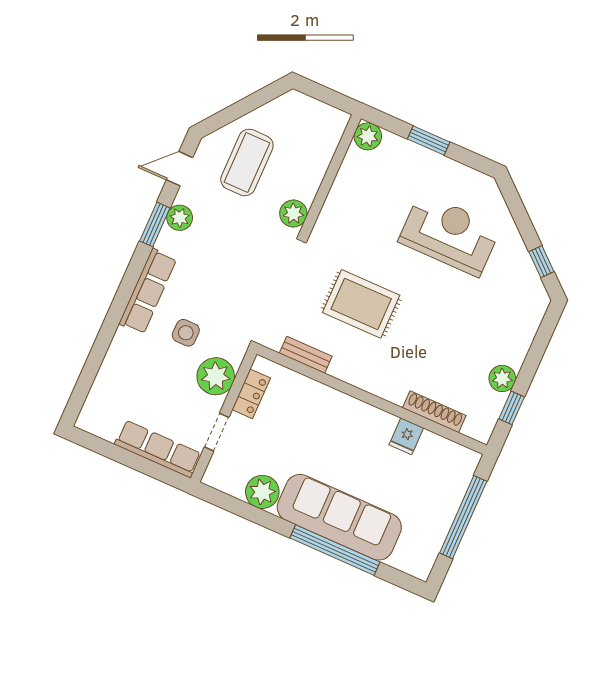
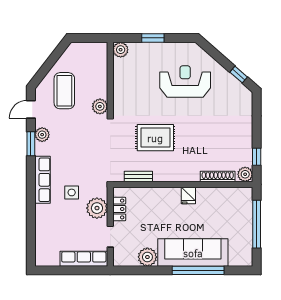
plant: (502, 378) -> (245, 174), moved
fridge: (406, 436) -> (188, 196), moved

